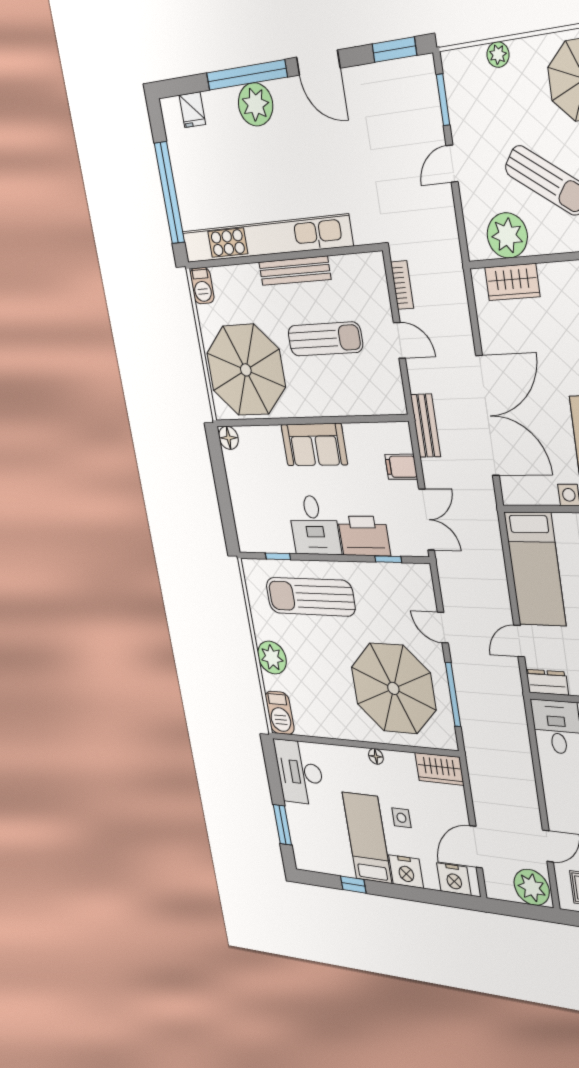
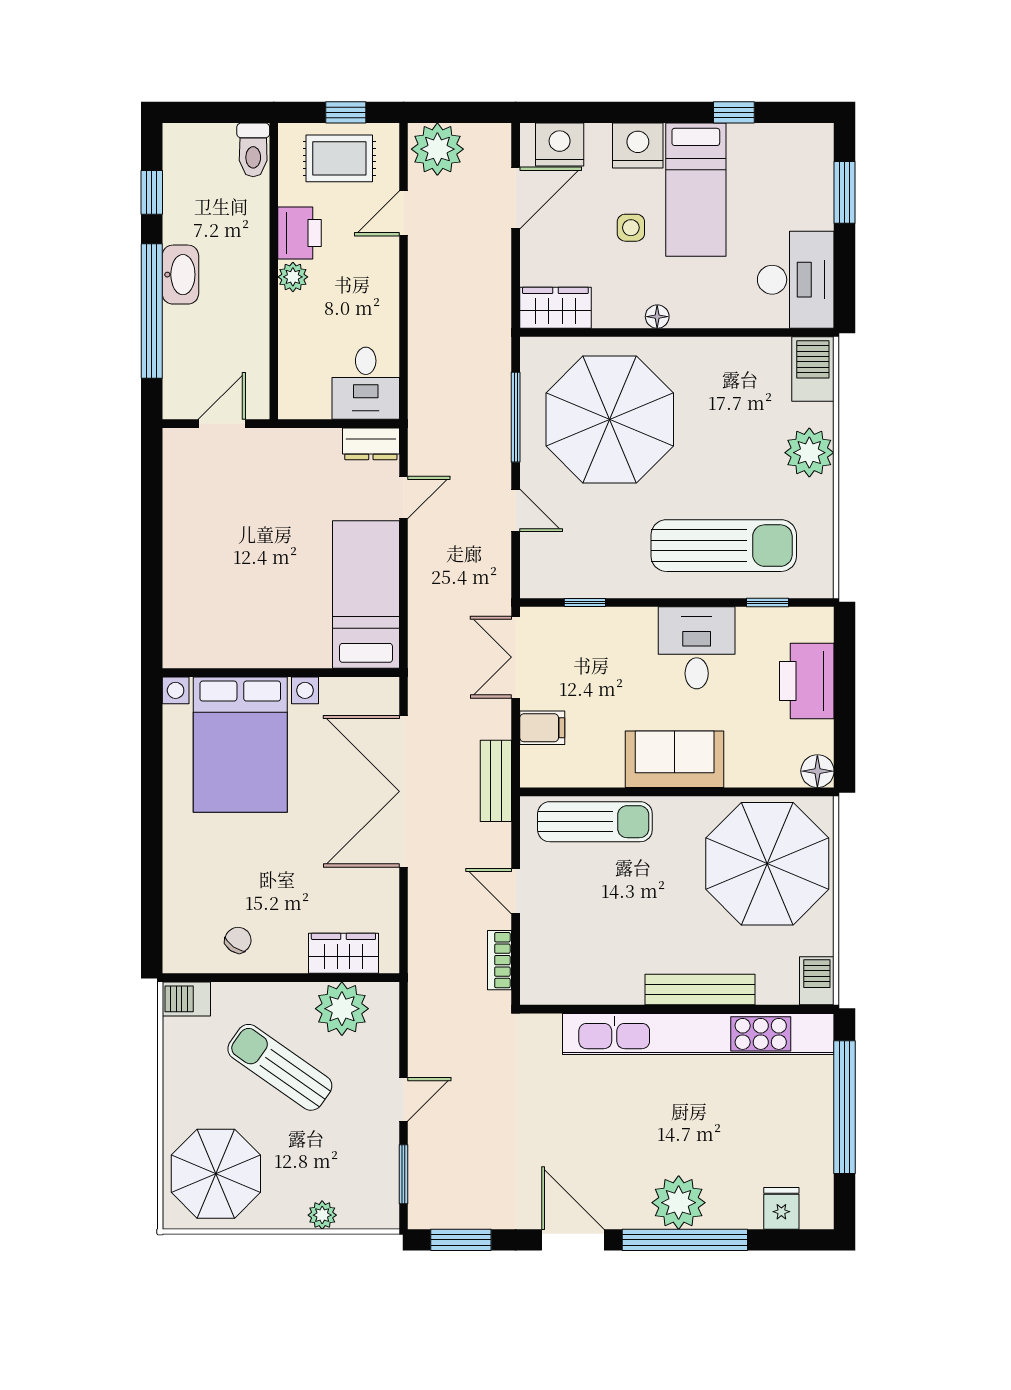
bench: (295, 271) -> (700, 990), moved
sun lounger: (325, 339) -> (595, 822), moved, turned 180
printer: (364, 536) -> (807, 681), moved, turned 90

